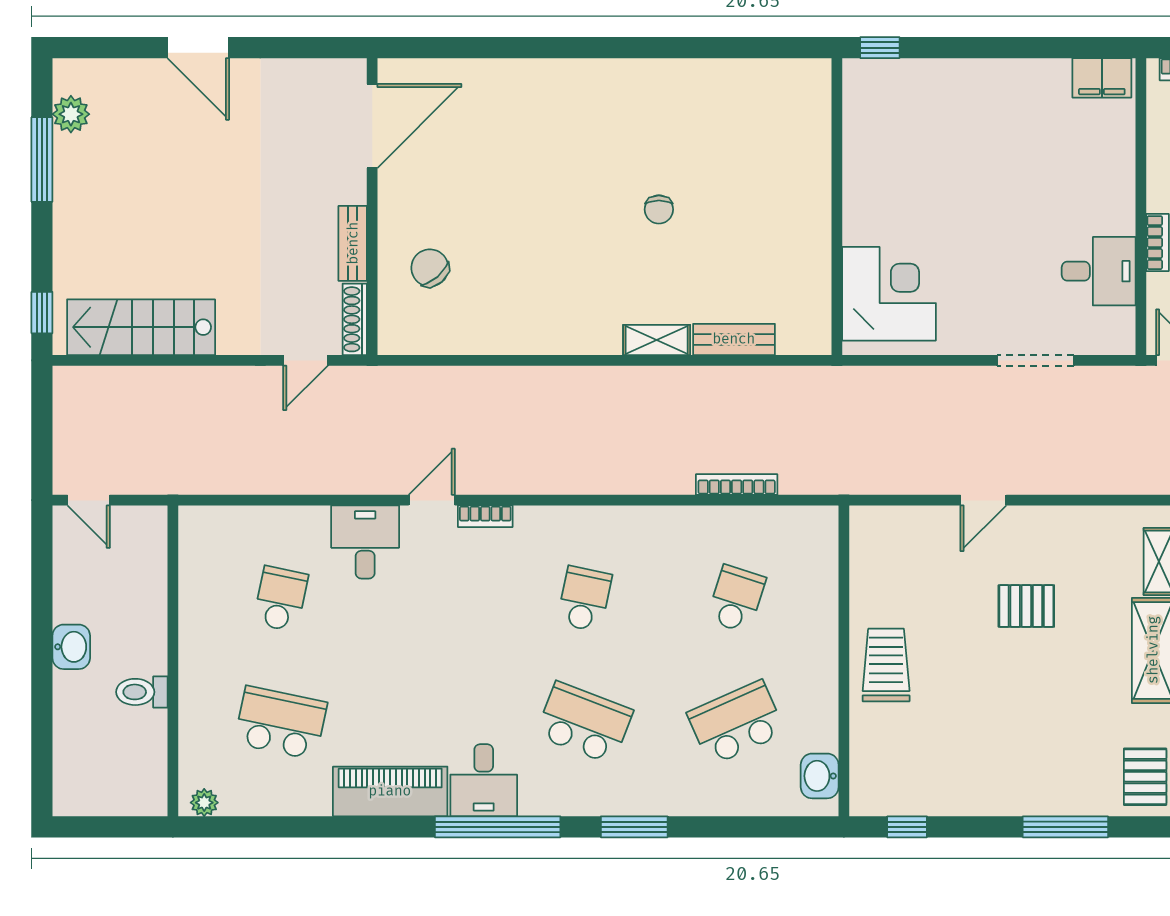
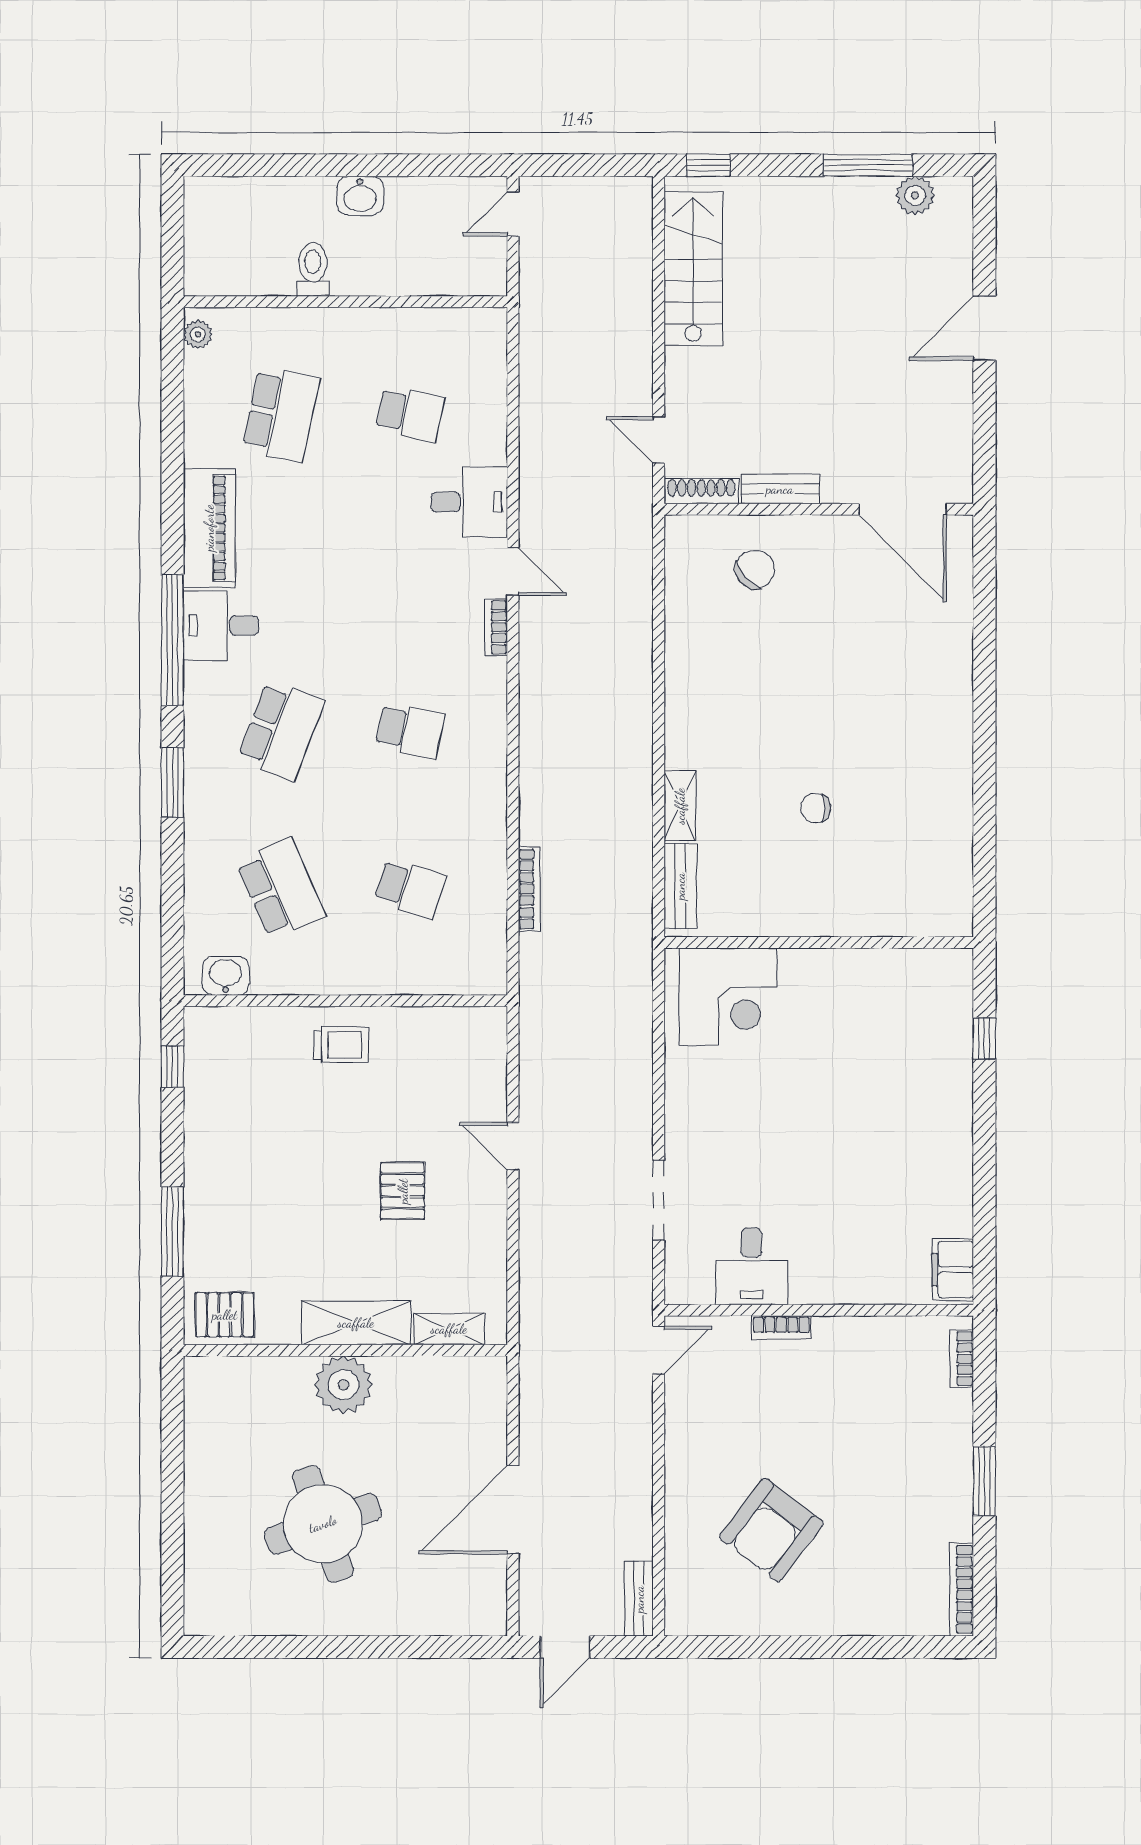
wall: (837, 207) -> (819, 943), moved
corner desk: (889, 294) -> (728, 997), moved
trolley: (886, 665) -> (341, 1045), width x0.73, depth x0.72

